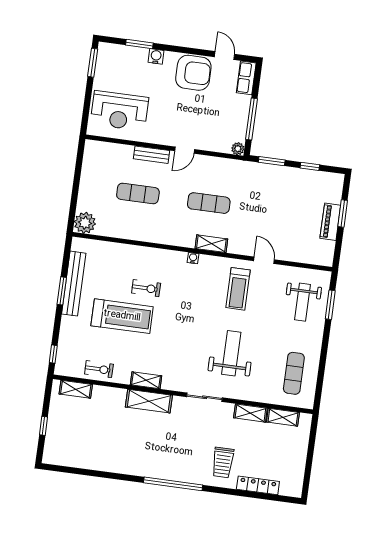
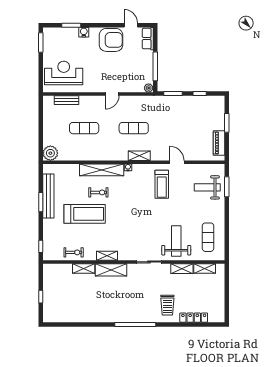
reception desk: (119, 111) -> (64, 73), turned 180
bench: (151, 155) -> (66, 100), moved
piano: (330, 222) -> (219, 143), moved
shelving: (155, 256) -> (102, 170), added
weight bench: (302, 302) -> (207, 187), turned 90
weight bench: (231, 353) -> (176, 241), moved
shelving: (76, 389) -> (84, 268), moved

